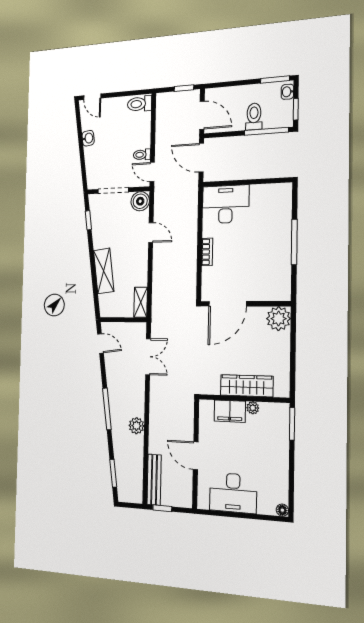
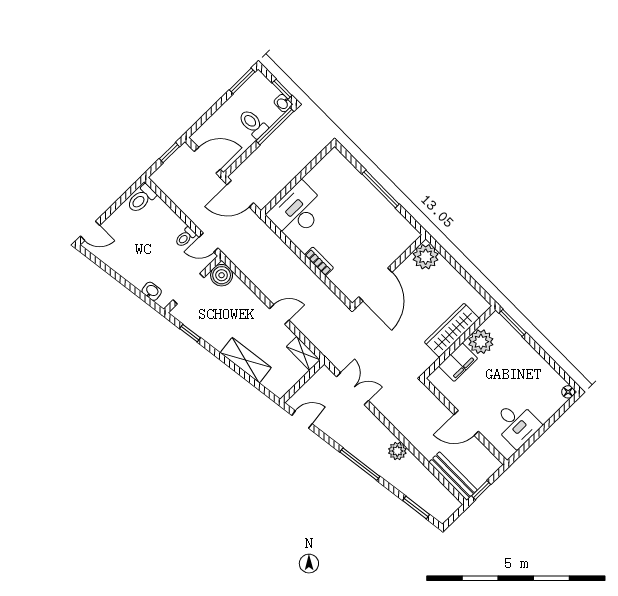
washbasin: (287, 92) -> (283, 103), moved
washbasin: (88, 138) -> (152, 291), moved
door: (151, 233) -> (279, 314), moved
plant: (253, 408) -> (481, 342), width x1.87, depth x1.87
desk: (233, 493) -> (516, 424), width x0.73

